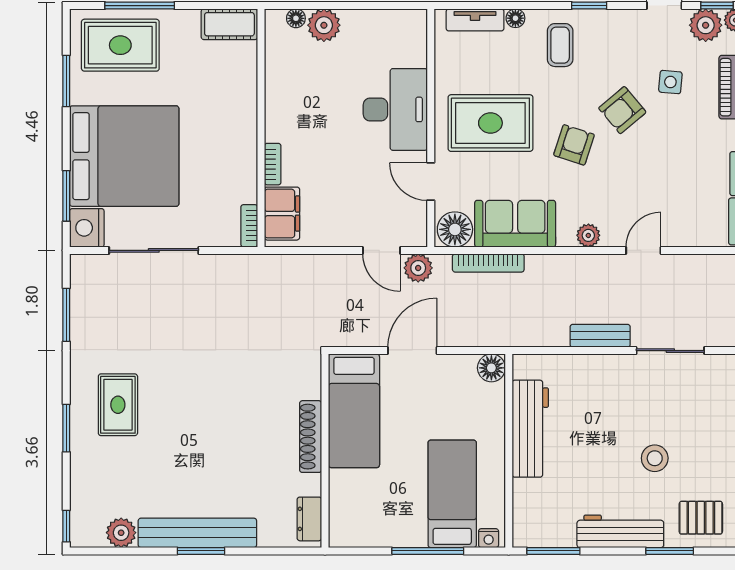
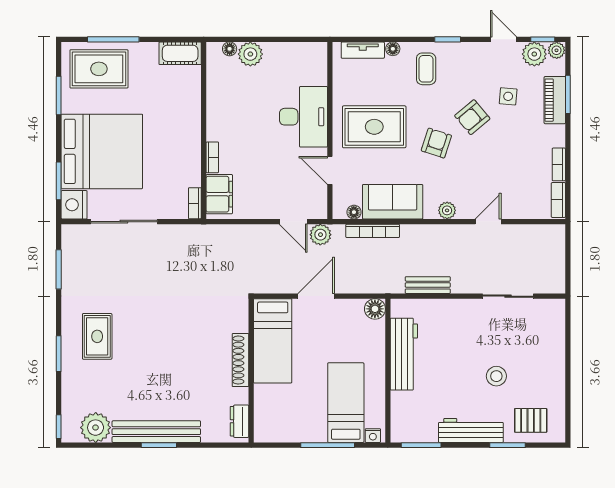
floor lamp: (455, 229) -> (354, 212), width x0.53, depth x0.53
bench: (600, 336) -> (428, 285), moved
plant: (121, 533) -> (96, 428), width x1.36, depth x1.36

